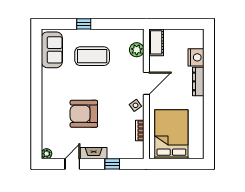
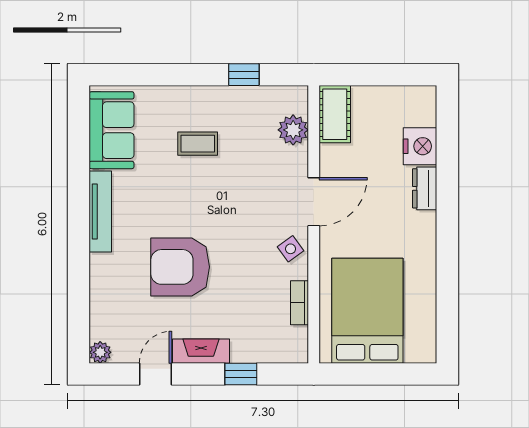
window: (84, 24) -> (244, 75), moved
coffee table: (92, 56) -> (198, 144), width x0.54, depth x0.58
dresser: (198, 81) -> (425, 188), width x0.70
tv unit: (47, 88) -> (100, 212), added

